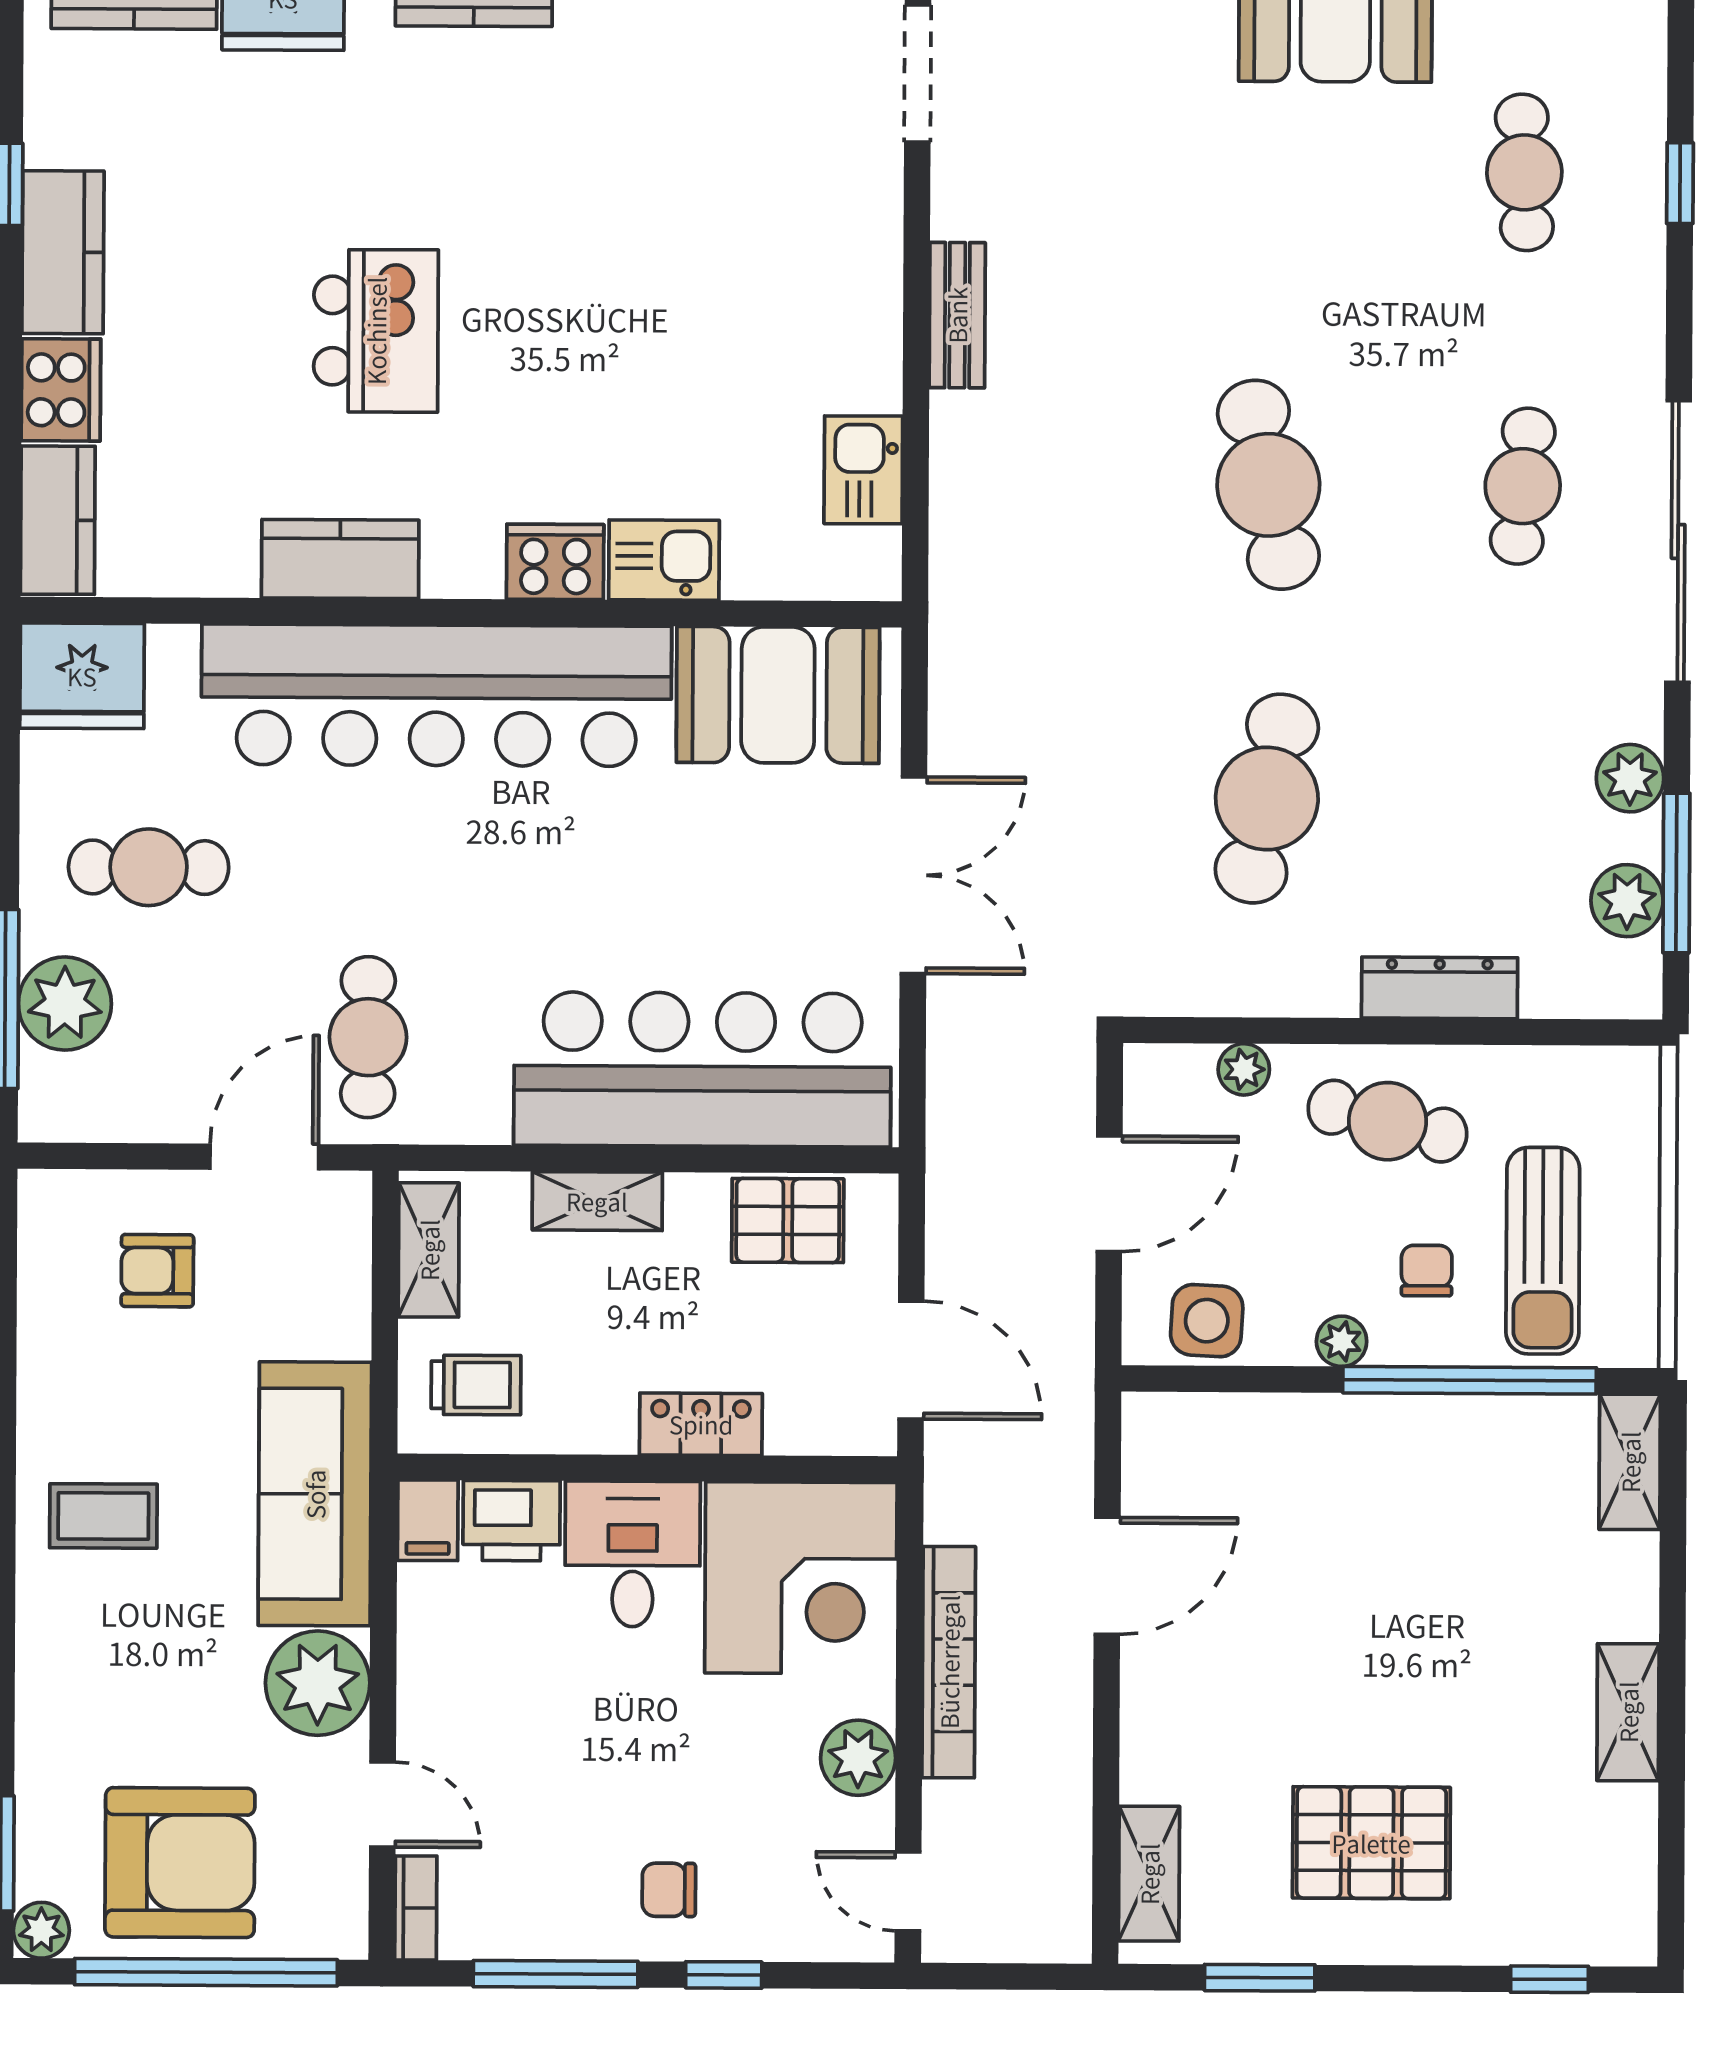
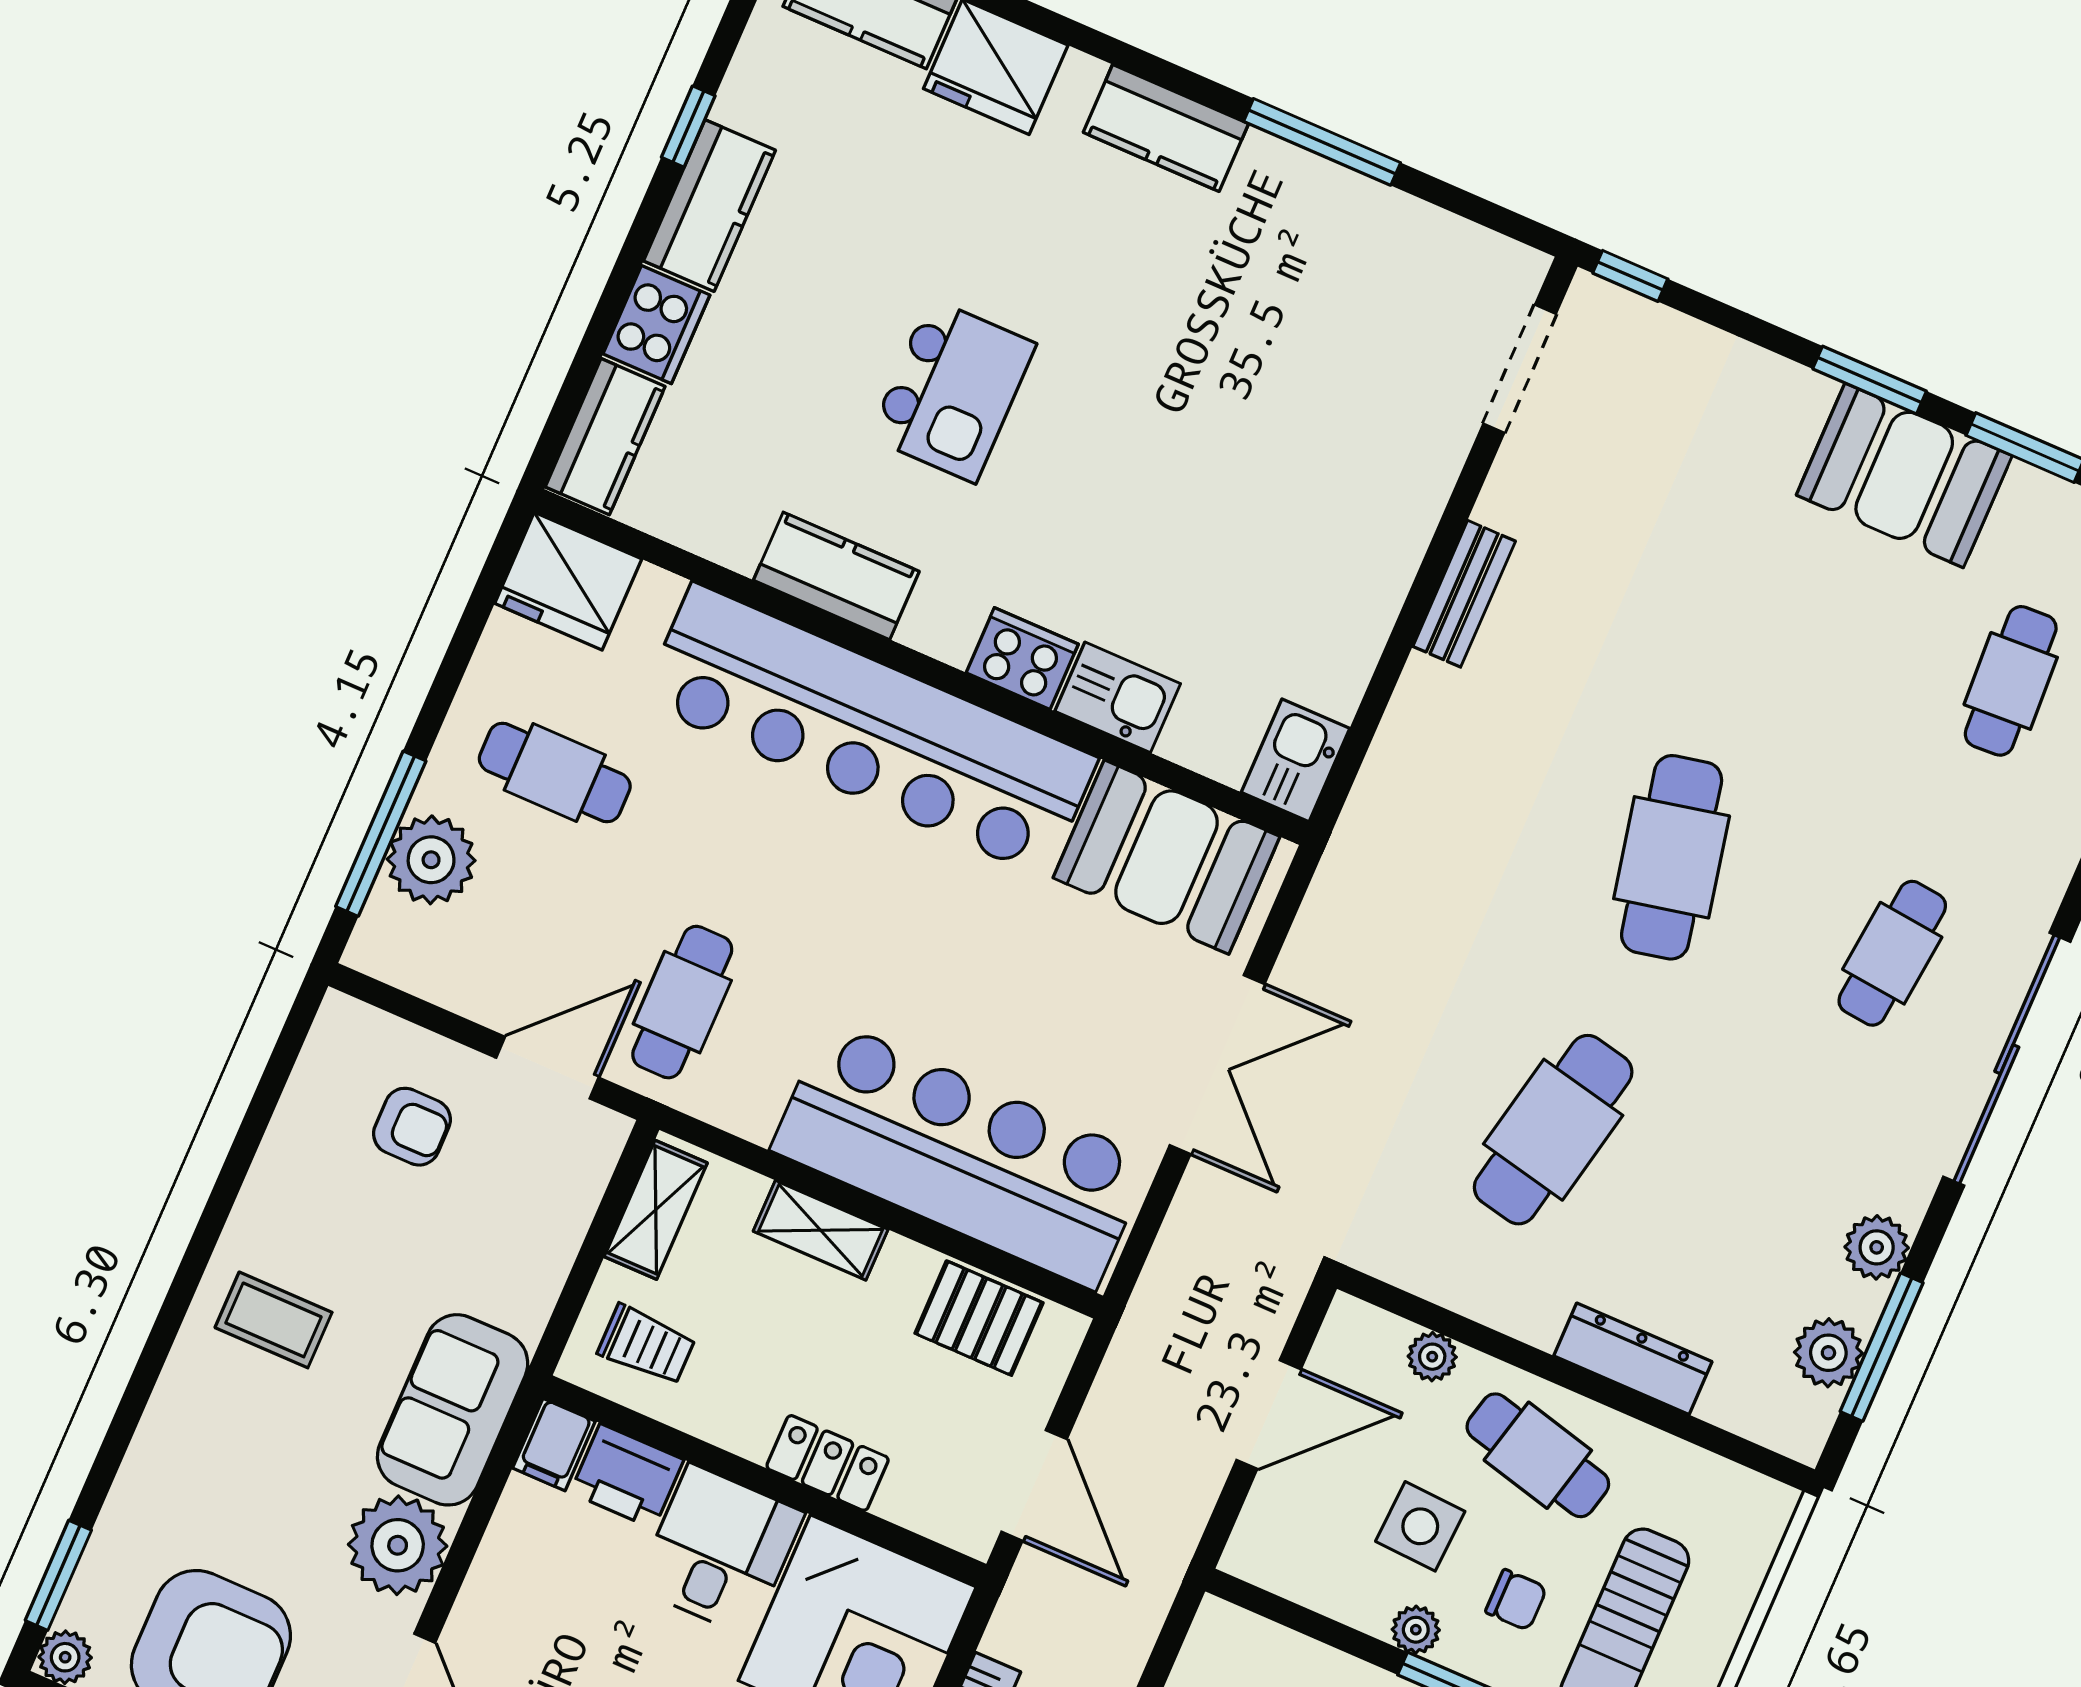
kitchen sink: (863, 470) -> (1296, 760), moved
armchair: (157, 1271) -> (412, 1127), turned 180
chair: (1427, 1271) -> (1516, 1600), turned 90
side table: (1207, 1321) -> (1420, 1526), moved
sofa: (315, 1494) -> (453, 1410), width x0.73

